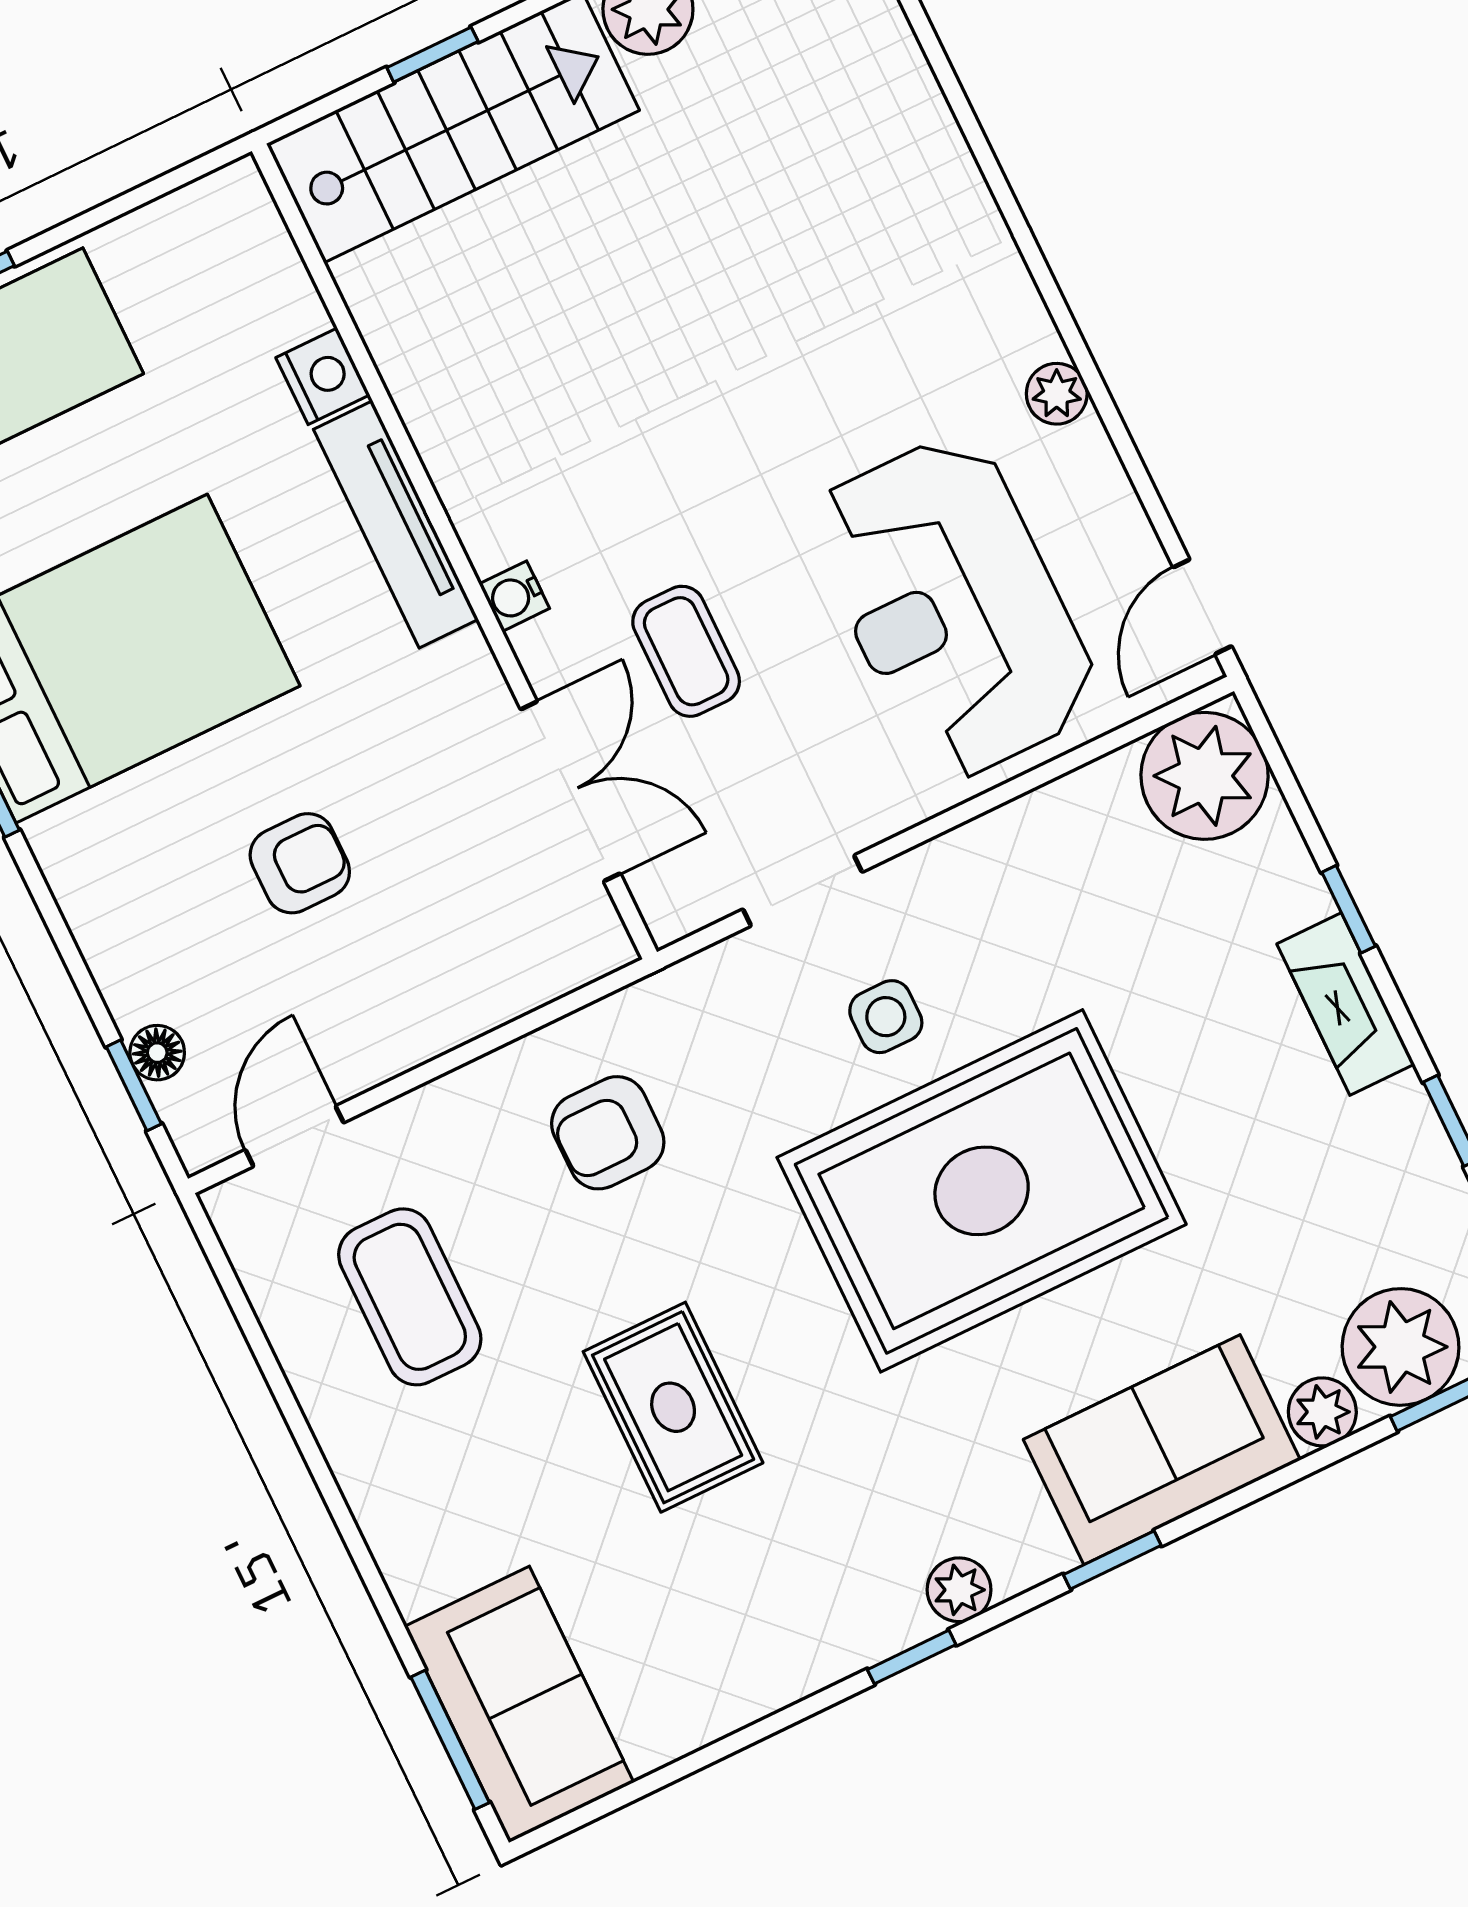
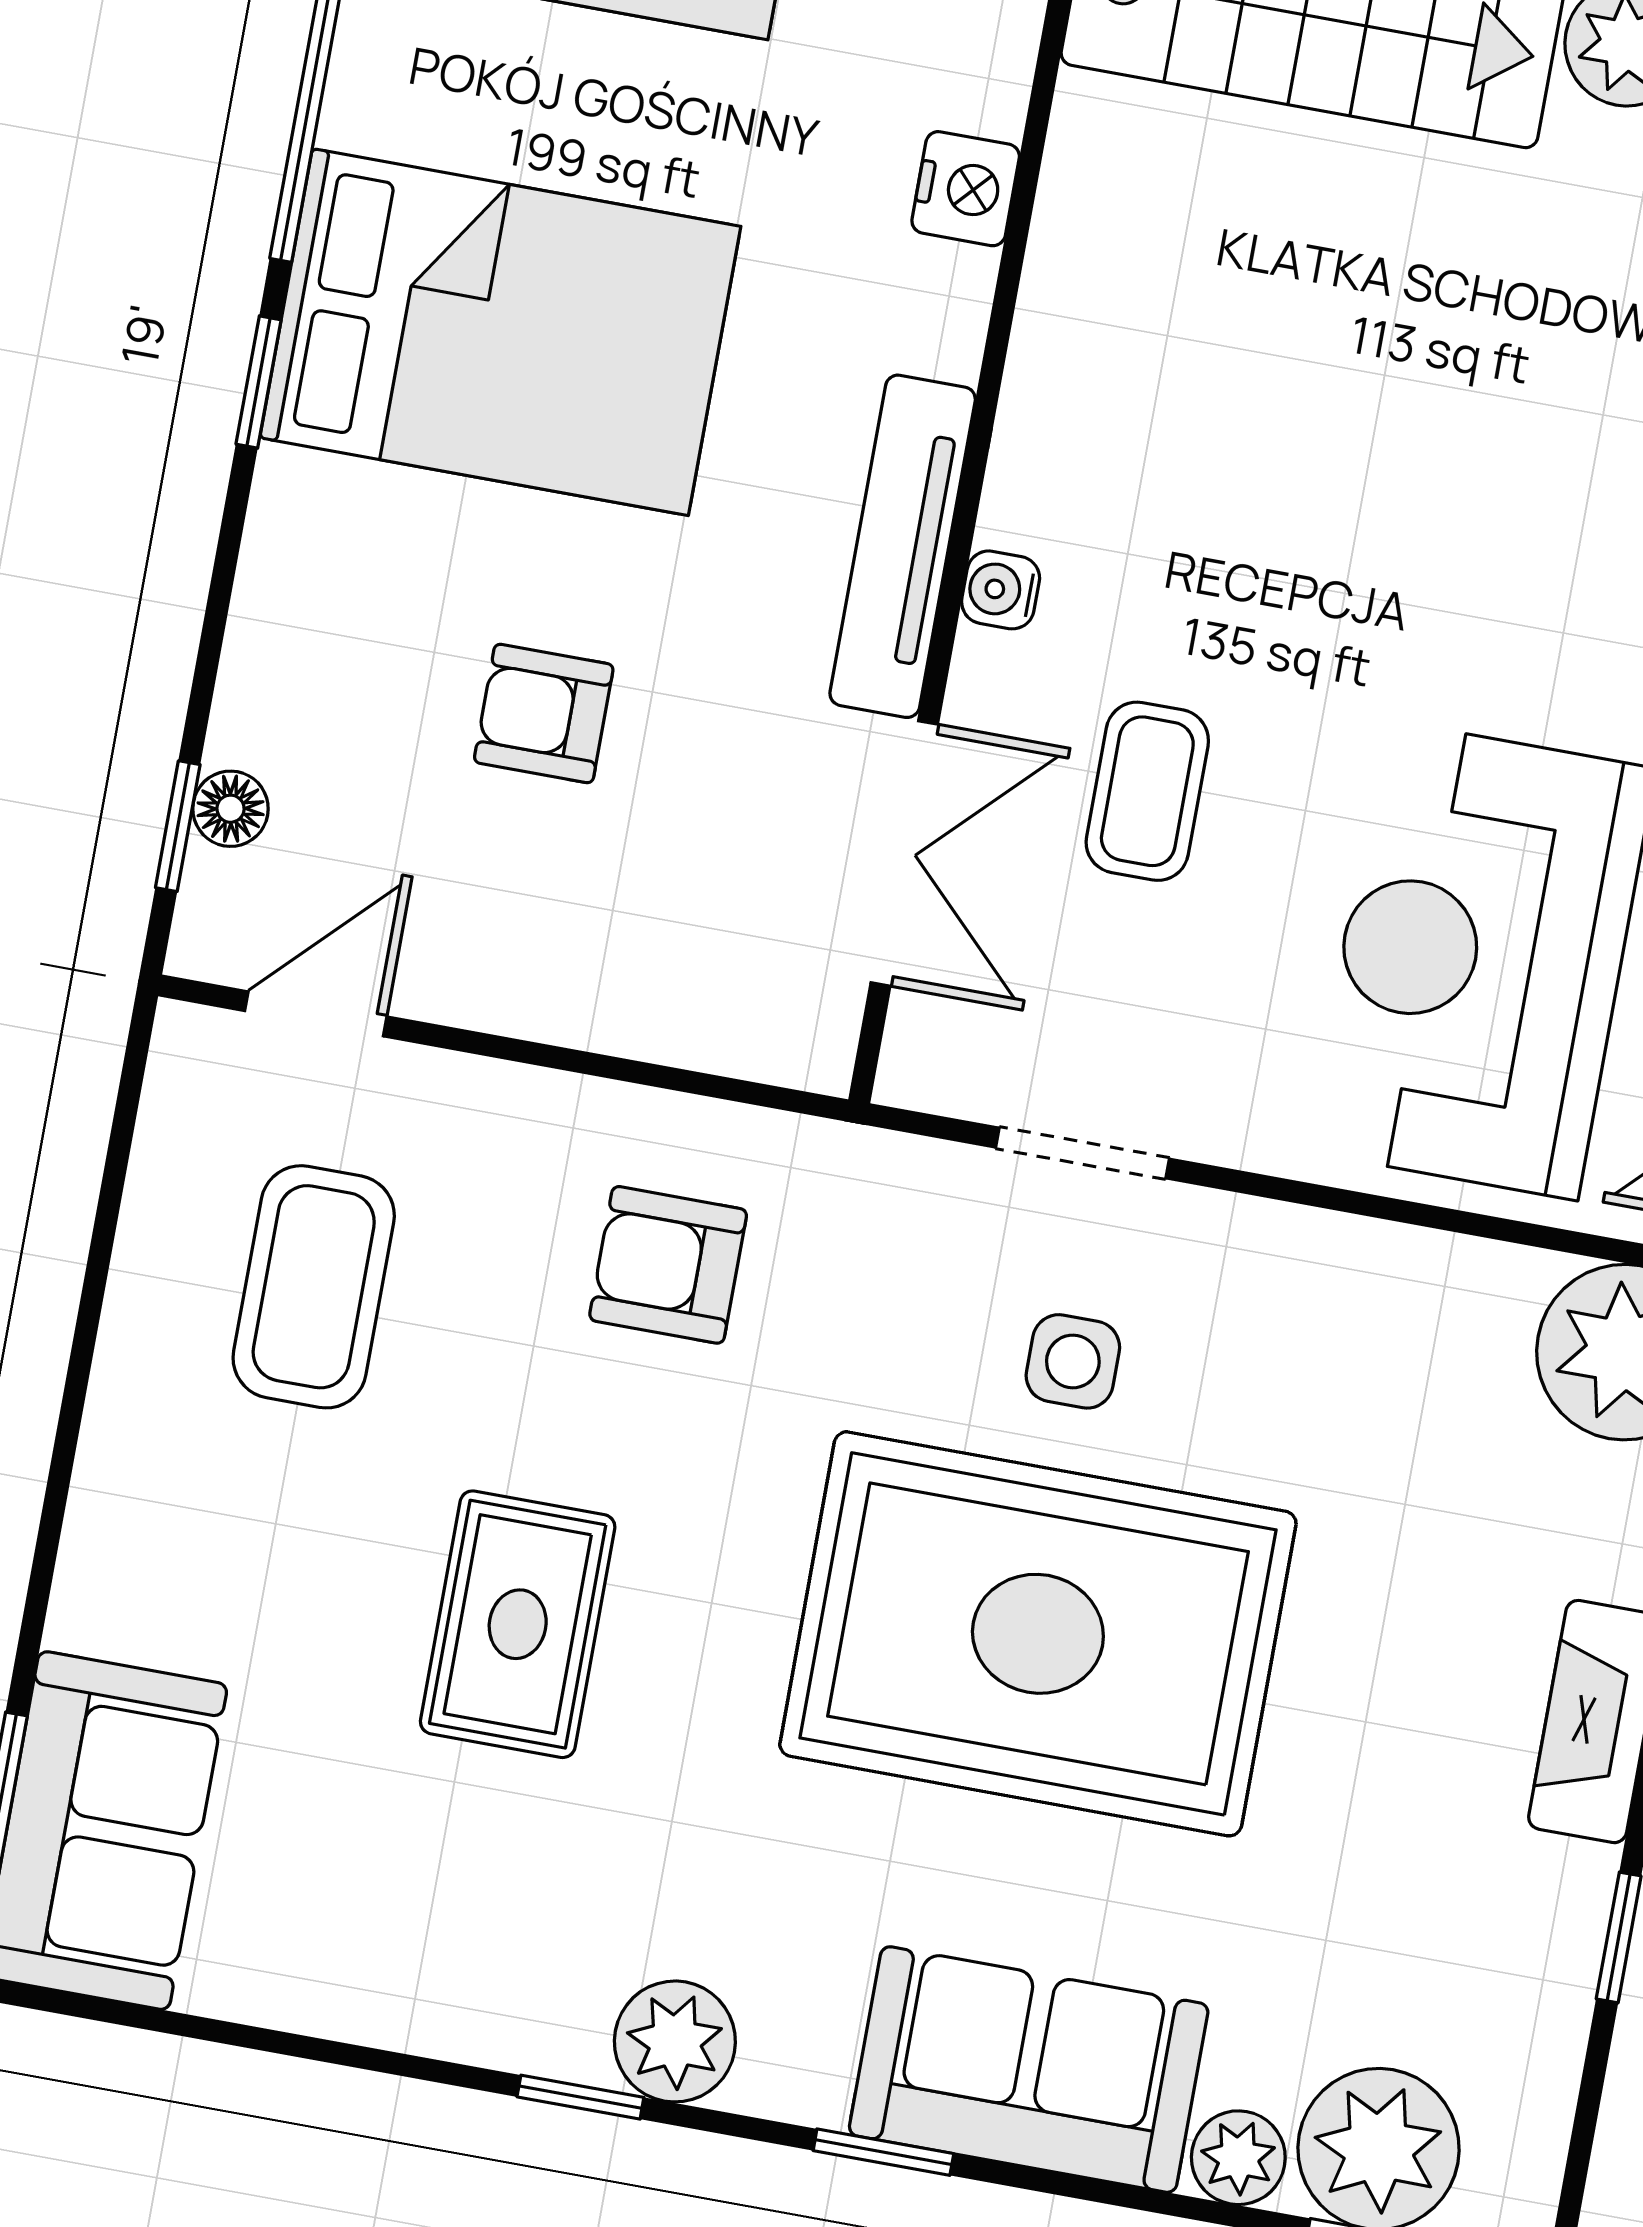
tv unit: (396, 524) -> (903, 546), moved
armchair: (300, 863) -> (544, 713), turned 180
plant: (959, 1590) -> (675, 2041), width x1.38, depth x1.38

